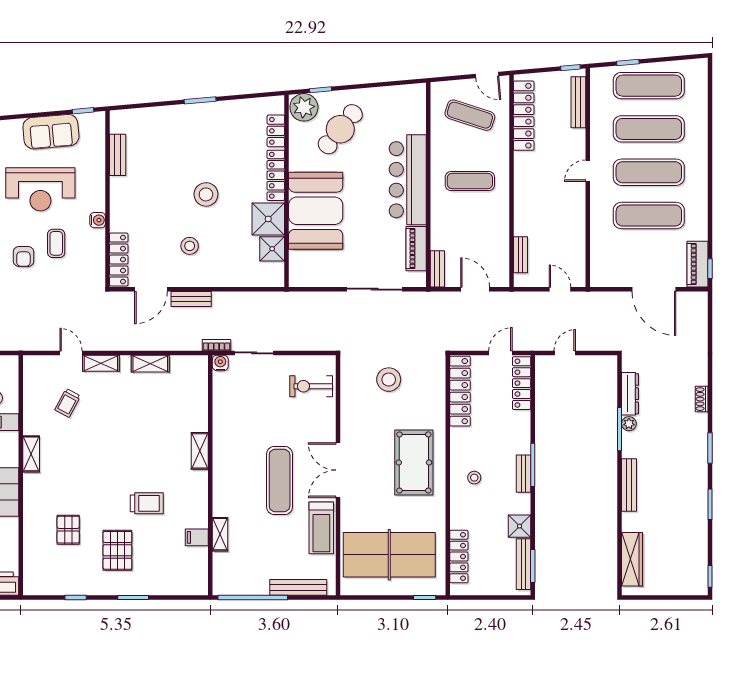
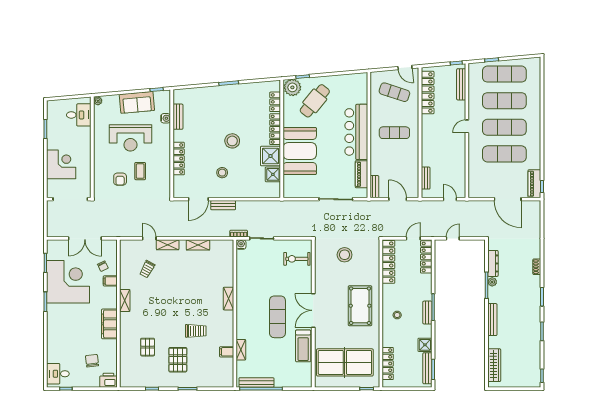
water cooler: (98, 220) -> (166, 118), moved
locker: (119, 260) -> (179, 159), moved
bench: (298, 587) -> (256, 382), moved

